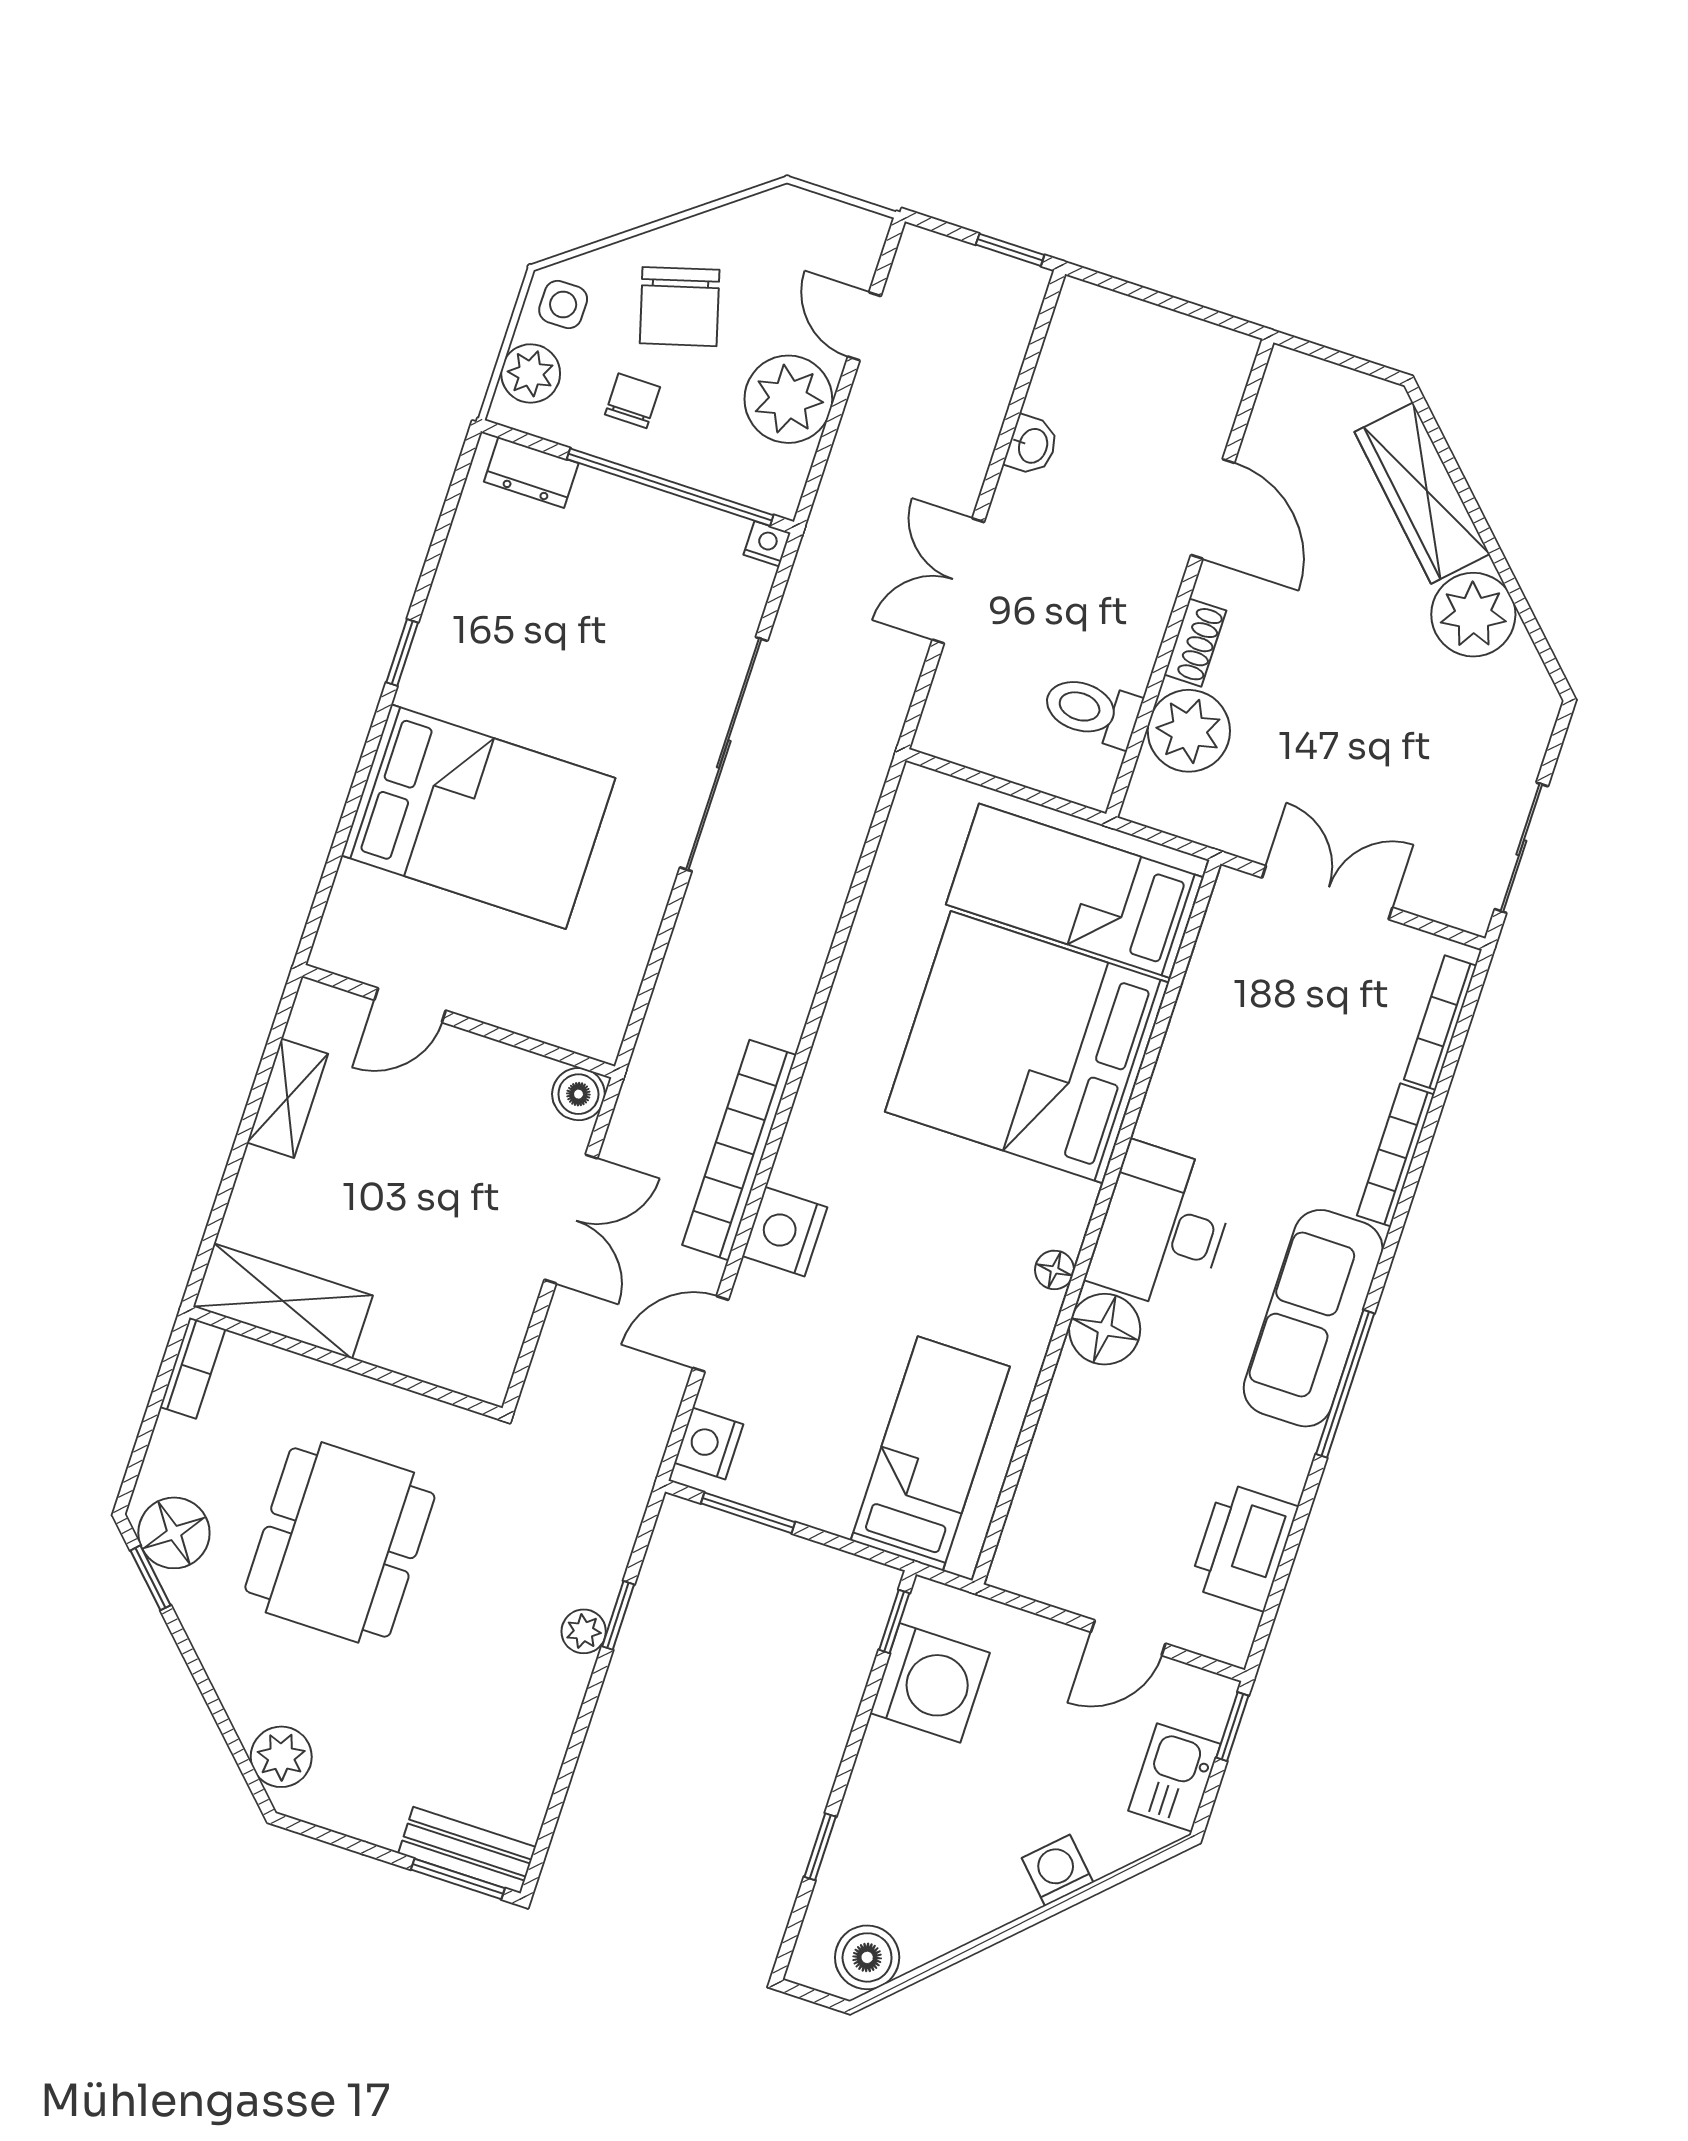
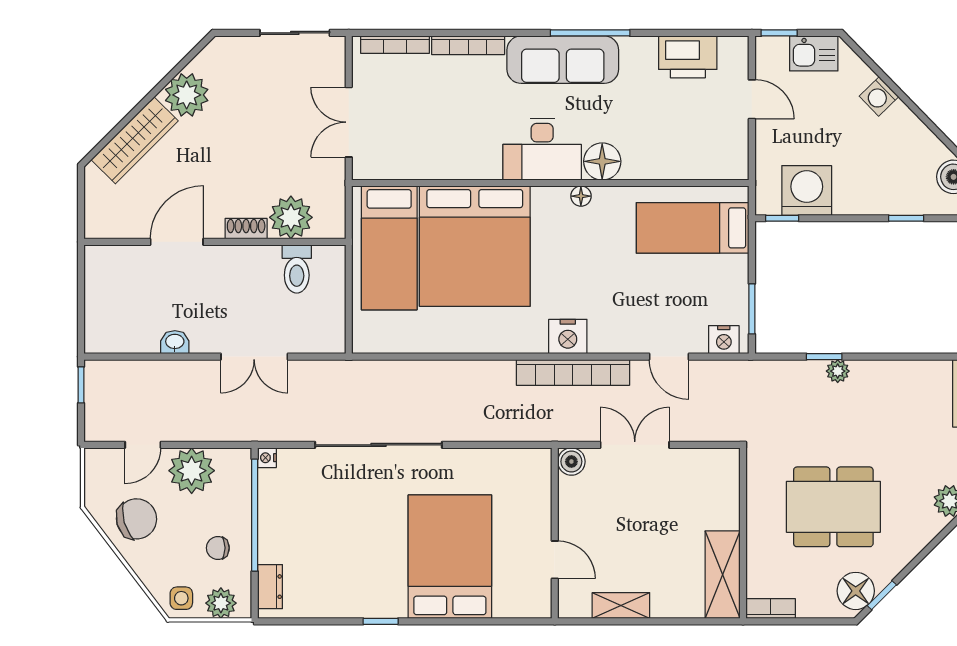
chair: (680, 307) -> (137, 519), moved
nightstand: (785, 1232) -> (568, 336), moved

